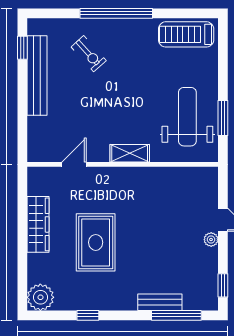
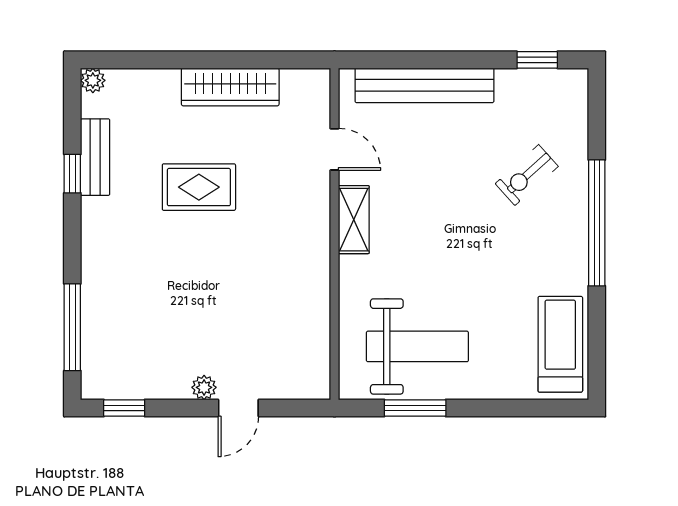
bench: (37, 75) -> (424, 85), moved
shelving: (130, 153) -> (354, 220), moved
rug: (96, 242) -> (199, 187), width x0.73, depth x0.70
plant: (40, 297) -> (93, 80), width x0.53, depth x0.53
bench: (160, 302) -> (95, 157), moved

